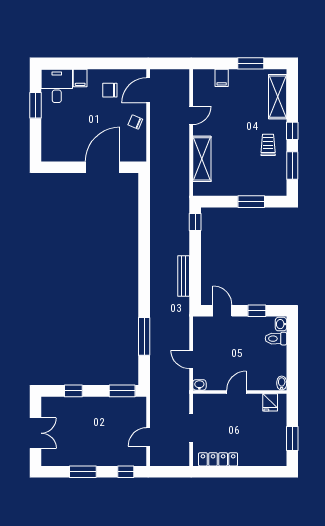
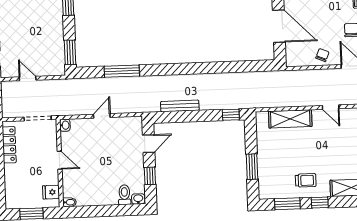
bidet: (282, 383) -> (70, 202), moved
washbasin: (199, 385) -> (65, 125), moved
door: (237, 392) -> (60, 160), moved
wall: (240, 392) -> (60, 163), moved
fridge: (270, 402) -> (51, 192), moved

